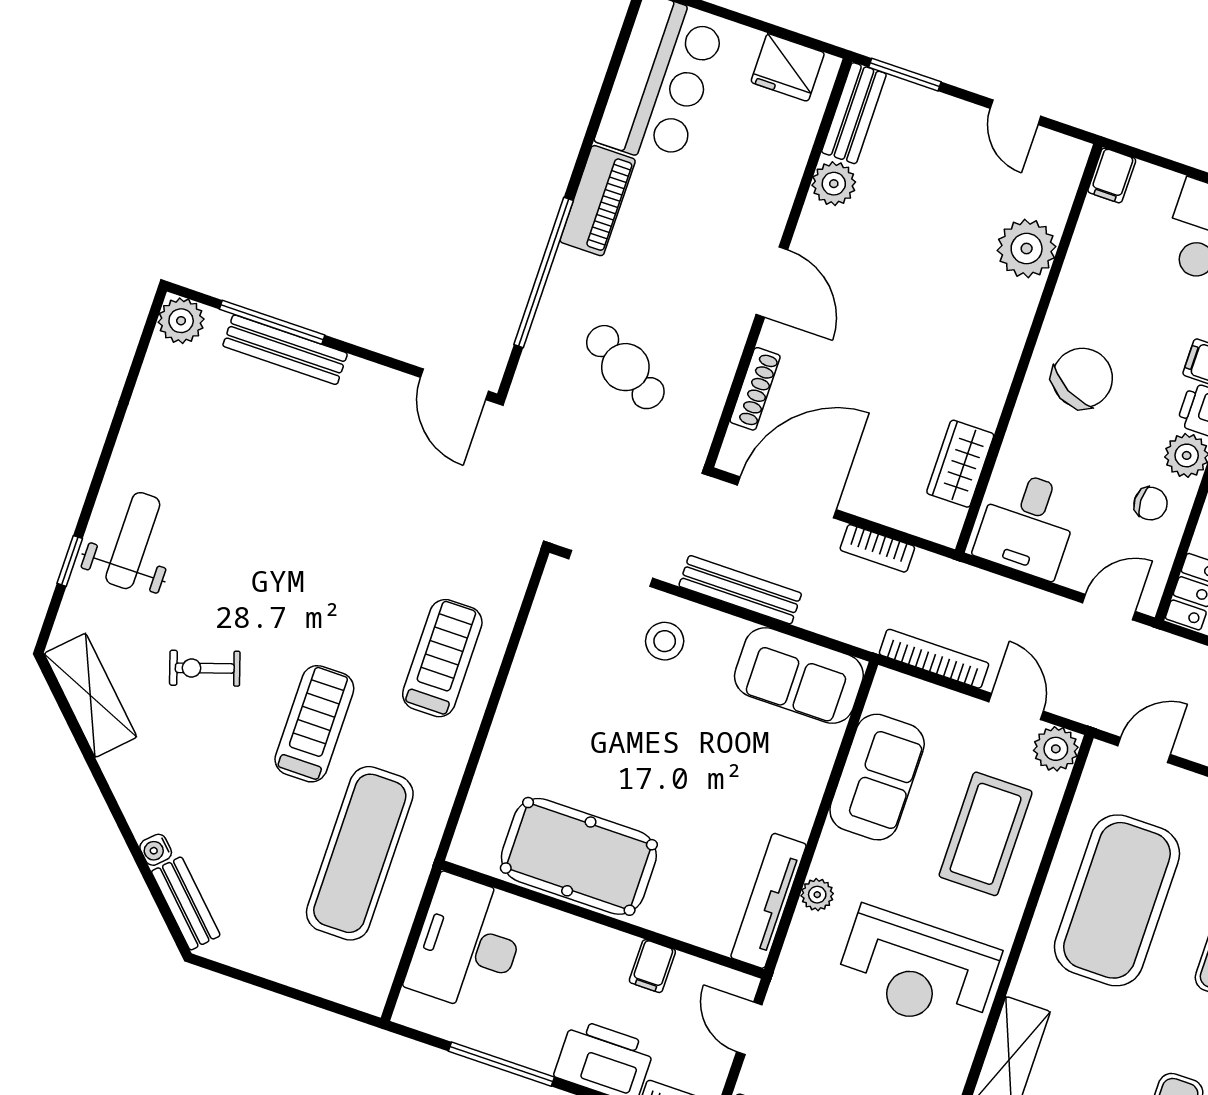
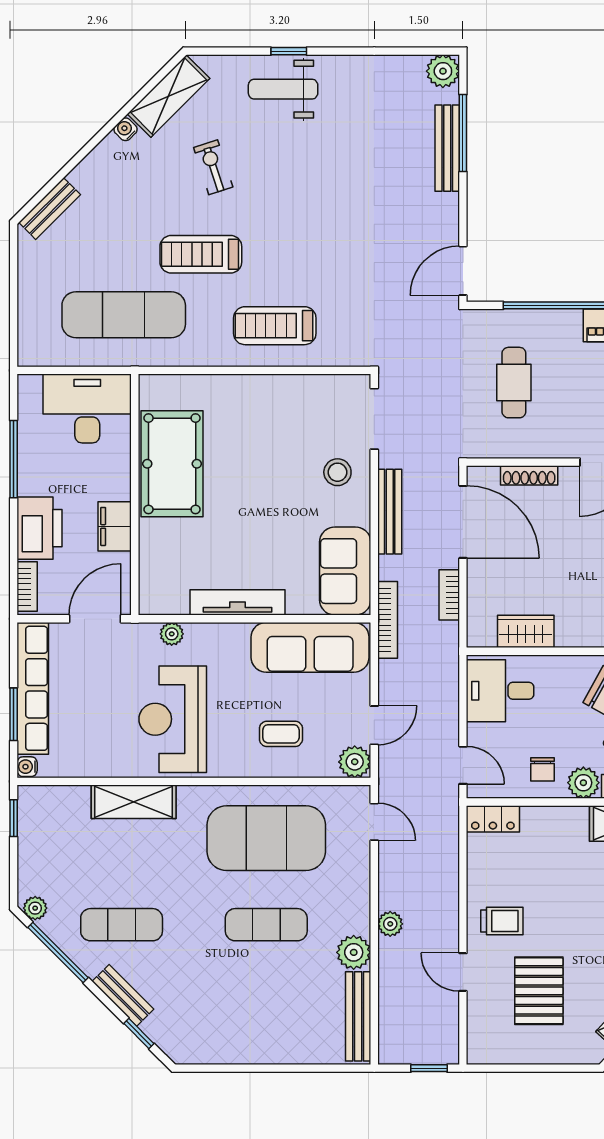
cafe table: (625, 367) -> (514, 383), turned -30
weight bench: (133, 541) -> (283, 89), turned 180
window: (70, 561) -> (289, 51), moved
treadmill: (442, 658) -> (275, 326), turned 180
bookcase: (934, 659) -> (388, 620), moved
treadmill: (314, 724) -> (201, 254), turned 180
sofa: (877, 777) -> (310, 647), width x1.36
coffee table: (986, 834) -> (281, 734), width x0.54, depth x0.58
water cooler: (156, 850) -> (126, 129), moved
plant: (817, 895) -> (172, 634), moved
tv unit: (769, 901) -> (237, 602), moved
filing cabinet: (652, 966) -> (115, 526), width x2.00
door: (749, 1028) -> (95, 619), width x1.38

